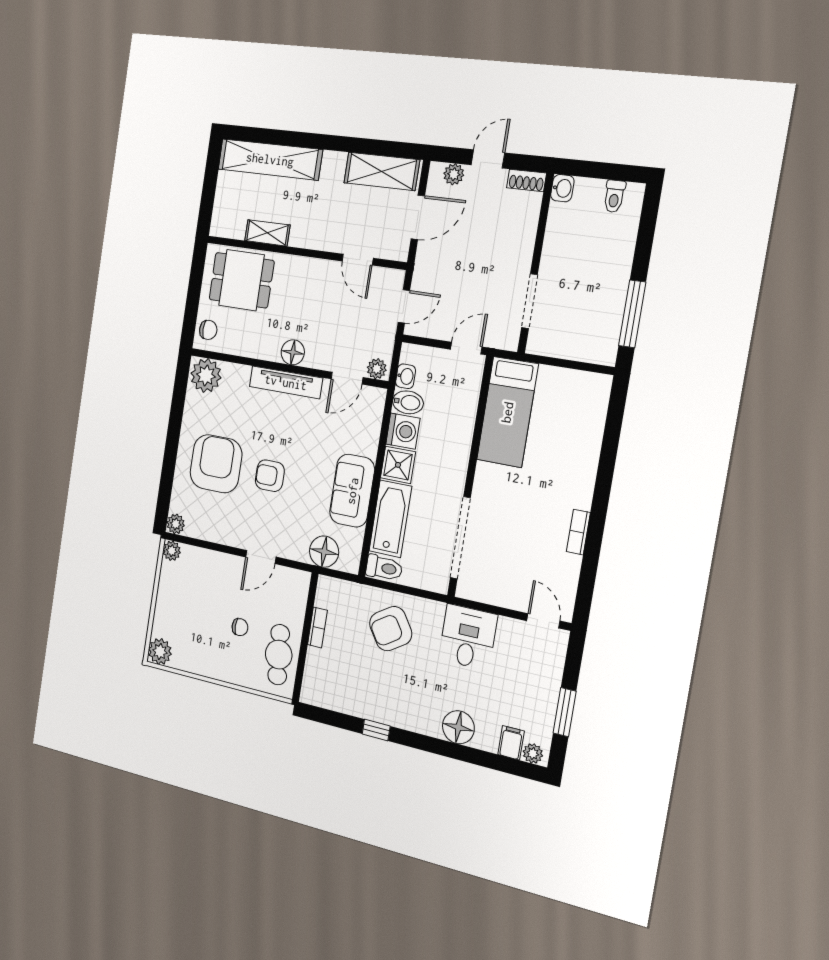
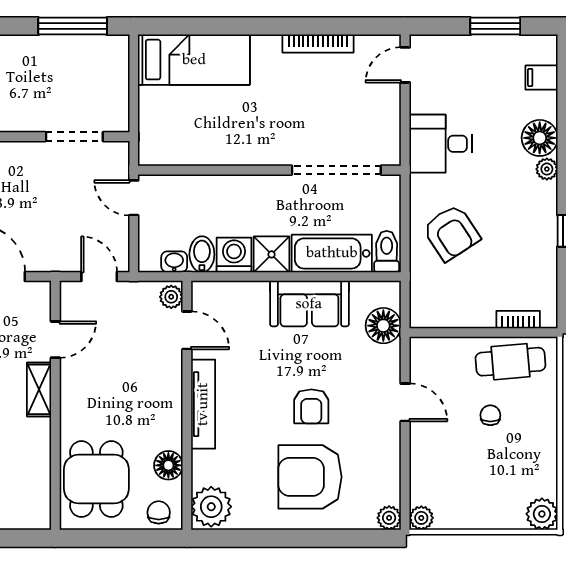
shelving: (267, 233) -> (39, 389), moved
floor lamp: (293, 352) -> (168, 465), moved
bed: (507, 412) -> (194, 60), moved
bookcase: (578, 532) -> (318, 44), width x1.56
bookcase: (317, 627) -> (518, 320), moved
plant: (533, 753) -> (547, 169), moved

